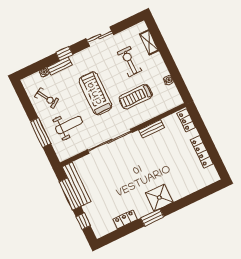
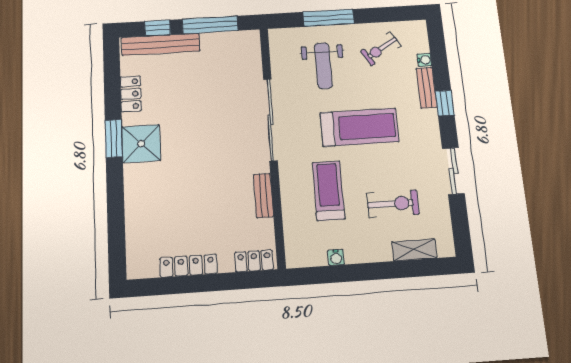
bench: (77, 184) -> (161, 44), moved
shower: (159, 198) -> (141, 144), moved

